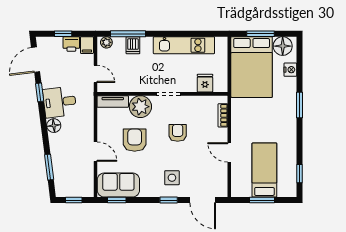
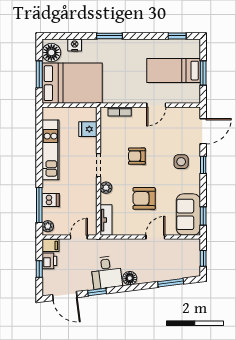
plant: (140, 107) -> (106, 188), width x0.53, depth x0.53

